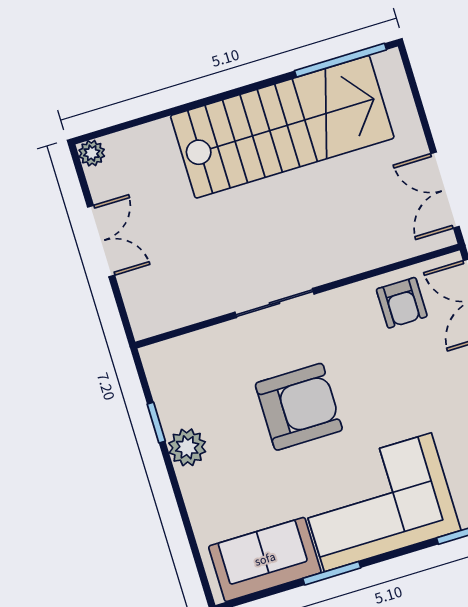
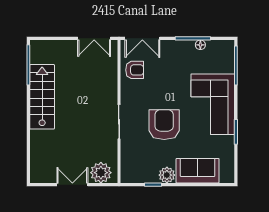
stairs: (282, 127) -> (42, 97), width x0.73, depth x0.66
plant: (92, 153) -> (101, 173), moved, width x1.88, depth x1.88
sofa: (265, 559) -> (198, 171), moved, turned 90

